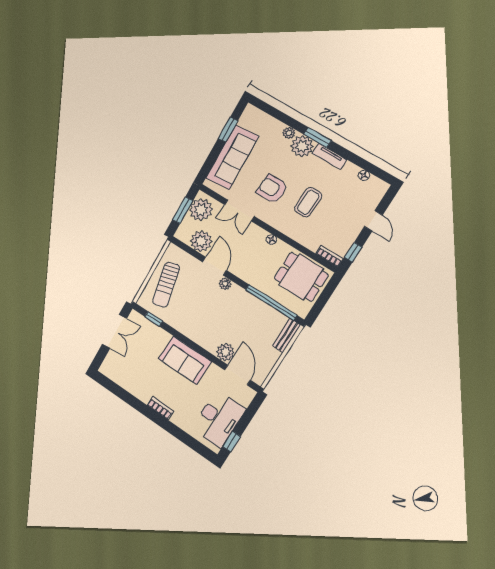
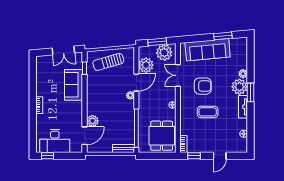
armchair: (272, 189) -> (203, 86), turned 90
sofa: (185, 360) -> (74, 85), moved

